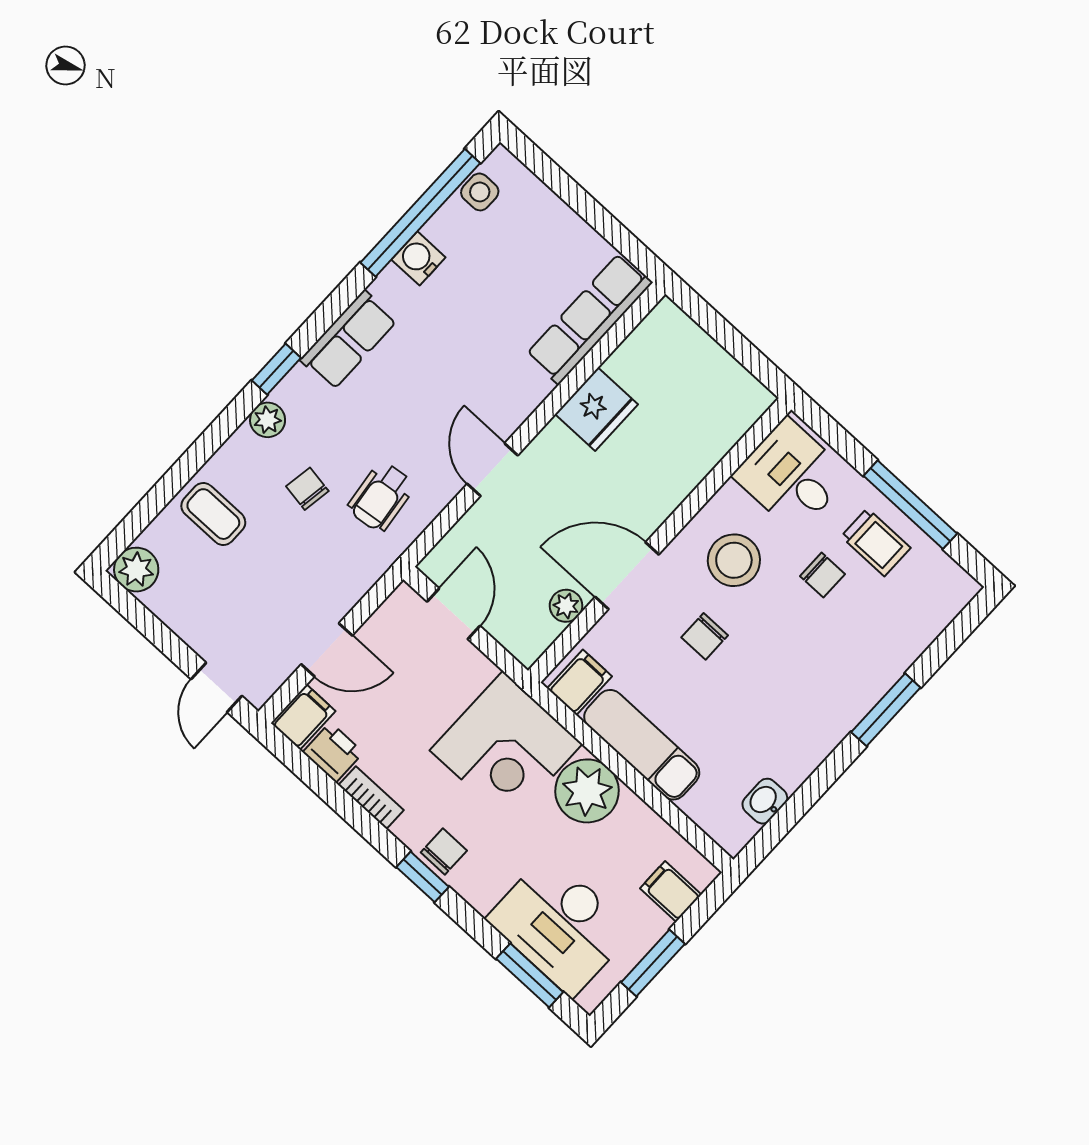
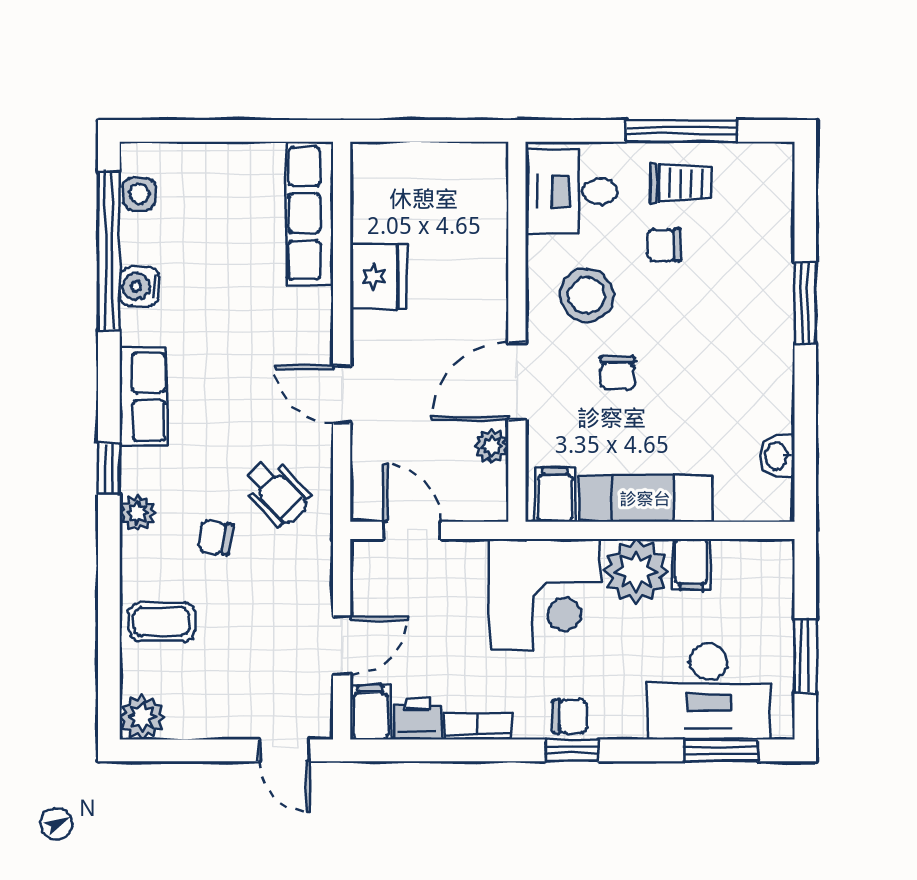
wheelchair: (381, 497) -> (277, 492), turned -36
chair: (823, 575) -> (664, 245), turned 180
chair: (444, 851) -> (570, 716), turned 90
filing cabinet: (671, 891) -> (691, 564), moved, turned -90

